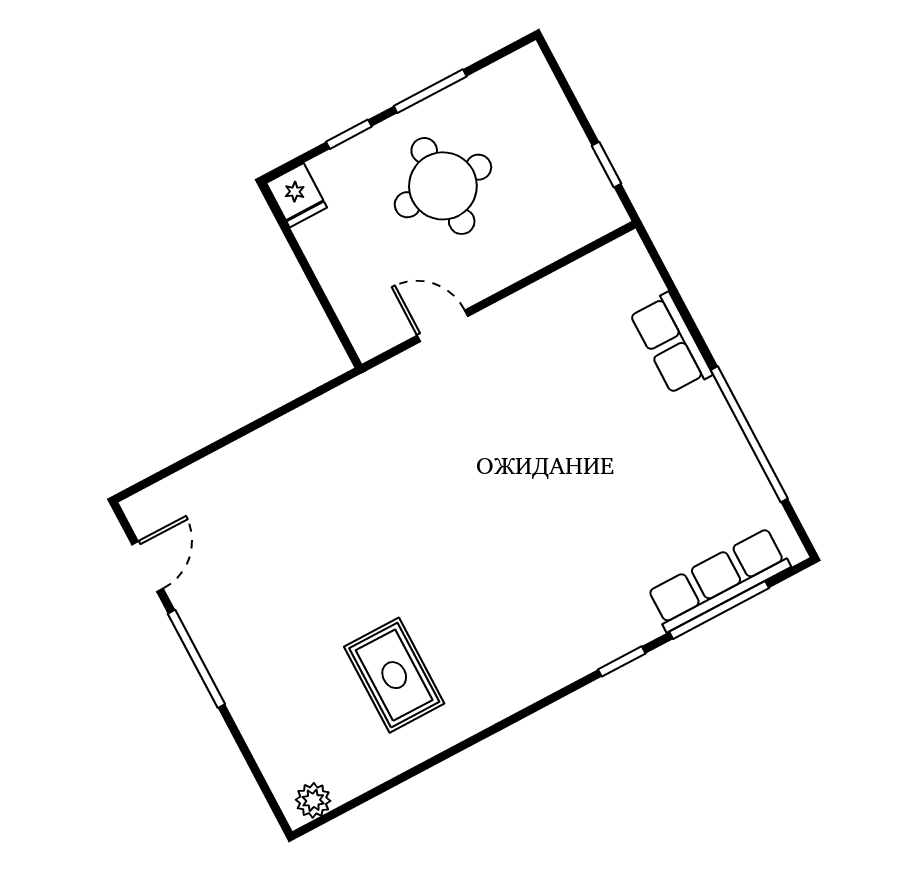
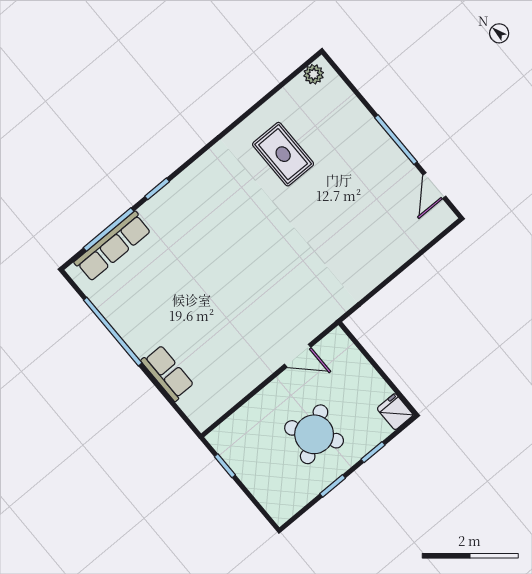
window: (430, 91) -> (333, 486), width x0.67
round table: (443, 186) -> (314, 434), turned -34

